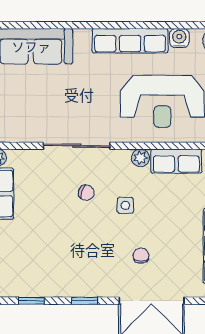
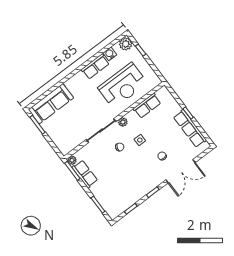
row of seats: (130, 41) -> (95, 67), width x0.68
plant: (140, 158) -> (123, 122), moved

